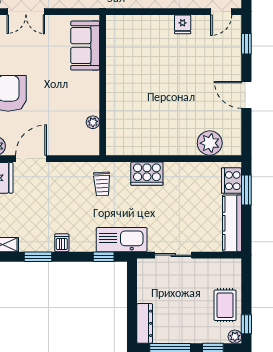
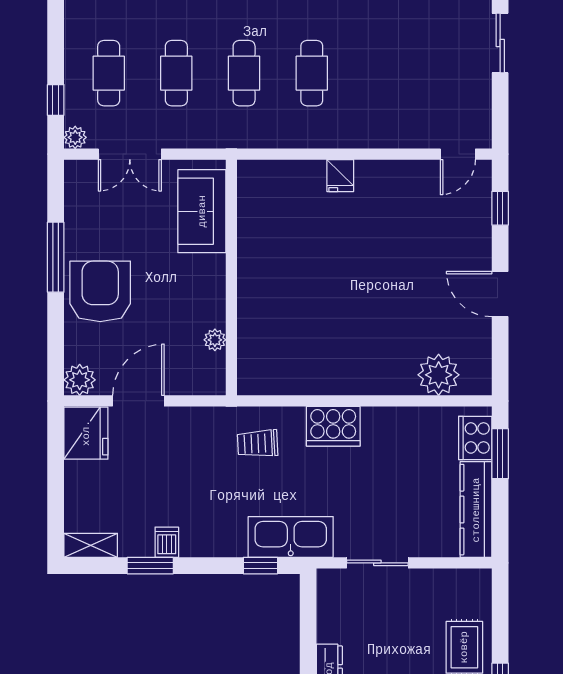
fridge: (183, 24) -> (340, 176), moved
sofa: (85, 46) -> (202, 211), moved
wall: (103, 85) -> (231, 278), moved
plant: (93, 122) -> (215, 340), moved
trolley: (102, 184) -> (258, 443), turned 90
dishwasher: (62, 243) -> (167, 542), moved

